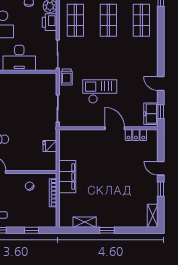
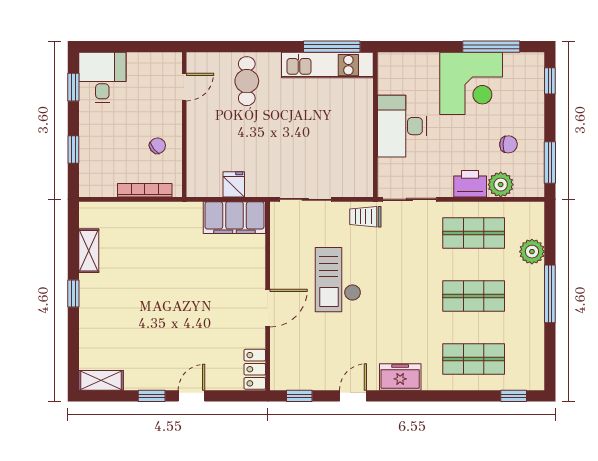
checkout: (100, 91) -> (338, 280), turned 180
freezer: (151, 114) -> (400, 377), moved
locker: (136, 135) -> (255, 369), moved
filing cabinet: (67, 177) -> (234, 218), moved

